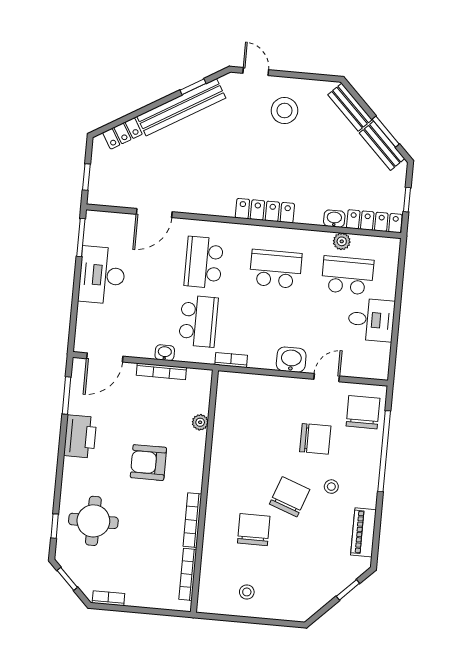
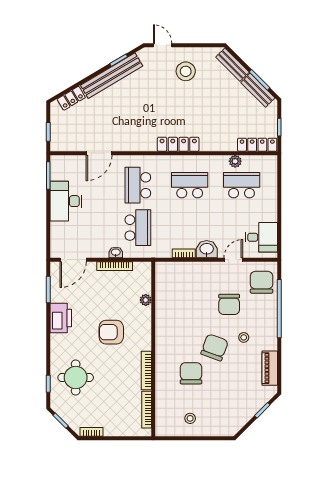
washbasin: (334, 219) -> (228, 145), removed
desk: (371, 320) -> (261, 237), moved
bookcase: (231, 360) -> (184, 253), moved
chair: (315, 439) -> (229, 304), turned 90

